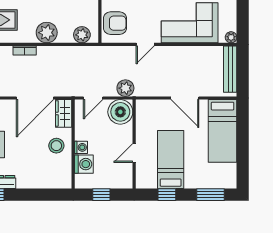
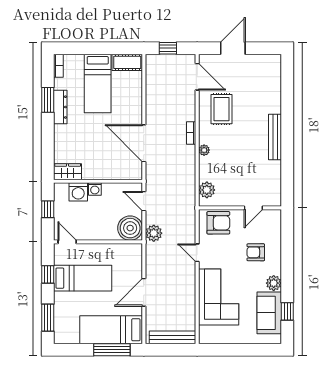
armchair: (115, 23) -> (218, 223), turned -90
plant: (47, 33) -> (204, 150), width x0.53, depth x0.53
plant: (231, 37) -> (204, 338), removed
wardrobe: (64, 113) -> (68, 172), moved
window: (243, 130) -> (112, 350), added
stool: (56, 146) -> (97, 165), removed
door: (134, 153) -> (67, 242), moved

